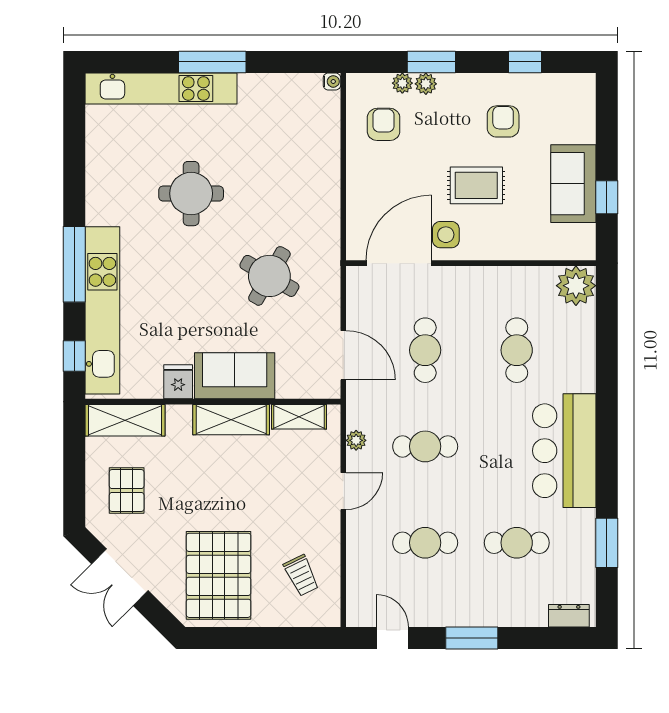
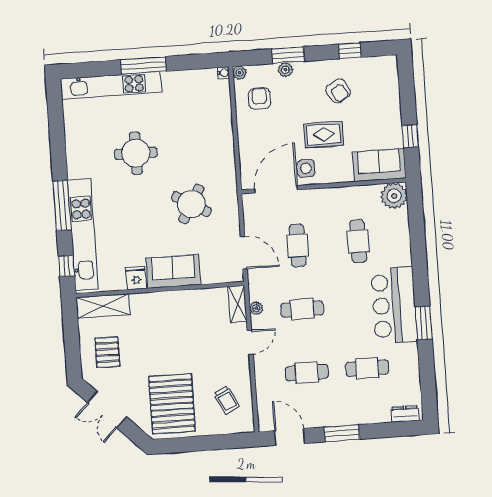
plant: (402, 83) -> (240, 73), moved
armchair: (503, 121) -> (338, 91), turned 149
sofa: (573, 184) -> (379, 165), moved, turned 90
shelving: (299, 417) -> (237, 304), moved, turned 90
shelving: (231, 420) -> (173, 301), removed
window: (607, 543) -> (424, 323), moved
door: (392, 638) -> (290, 437), width x1.37

